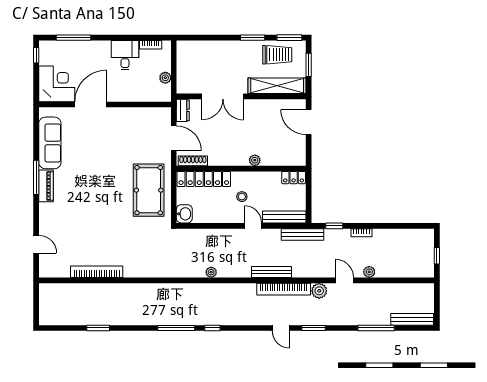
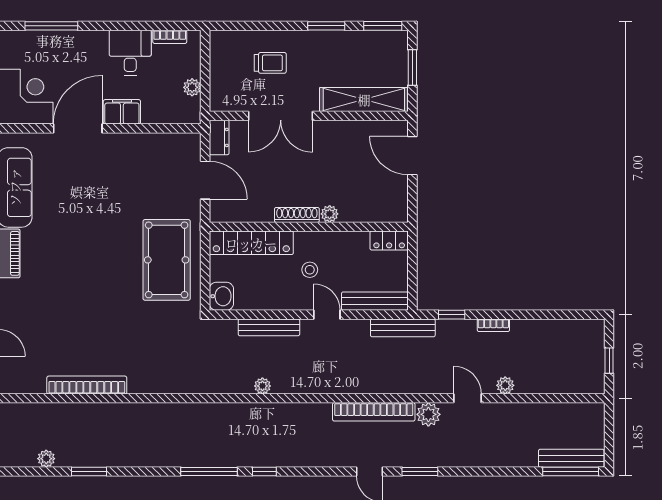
trolley: (277, 55) -> (270, 63), moved, width x0.73, depth x0.72
filing cabinet: (120, 94) -> (122, 112), added
shoe rack: (193, 161) -> (297, 215), moved
bench: (272, 272) -> (269, 327), moved
plant: (70, 320) -> (46, 459), added
window: (376, 328) -> (571, 472), moved

